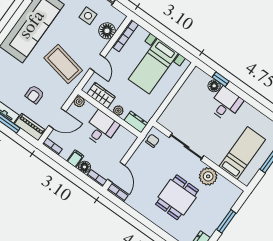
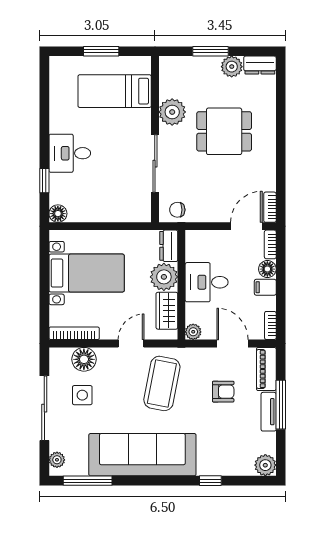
floor lamp: (214, 86) -> (58, 214), moved
plant: (118, 111) -> (164, 277), width x1.87, depth x1.87
plant: (210, 227) -> (232, 67), added

